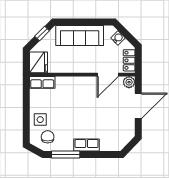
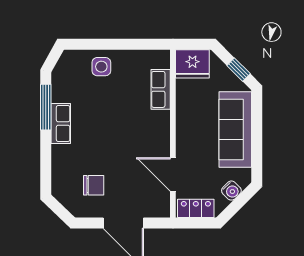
row of seats: (42, 82) -> (161, 89), moved
plant: (129, 82) -> (161, 208), removed
chair: (48, 137) -> (94, 185), moved
row of seats: (87, 145) -> (61, 123), moved

